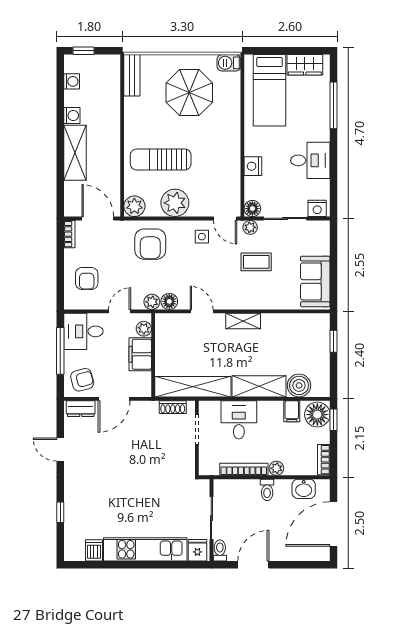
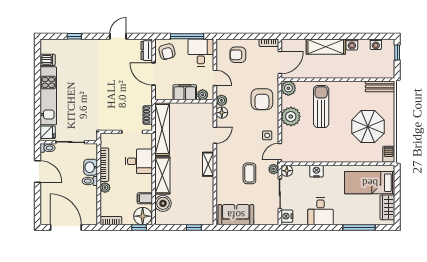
armchair: (150, 244) -> (262, 99), turned -90
washbasin: (304, 489) -> (91, 167), moved

